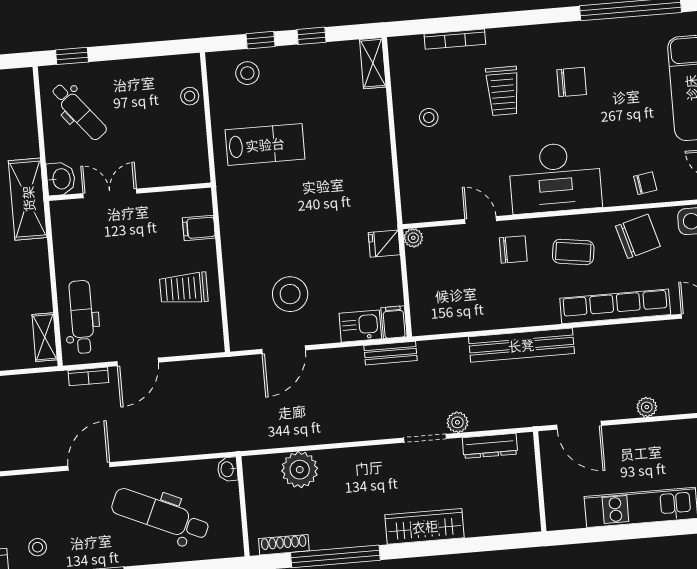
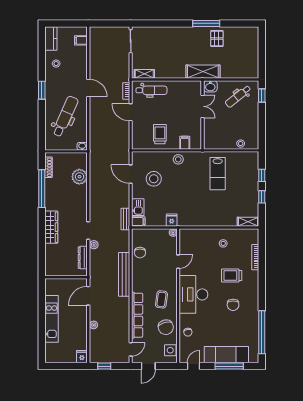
stool: (247, 73) -> (178, 159), moved
chair: (513, 249) -> (140, 253), moved

